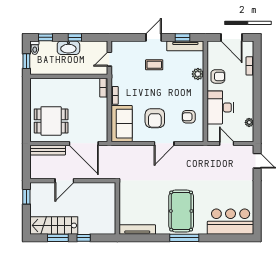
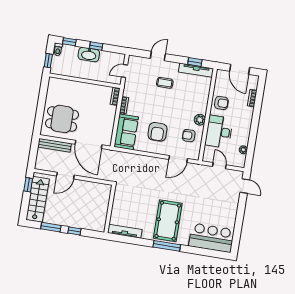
door: (154, 37) -> (158, 56), moved
plant: (198, 74) -> (200, 120), moved
door: (164, 143) -> (178, 159), moved
stairs: (54, 225) -> (38, 199), moved, turned 90

